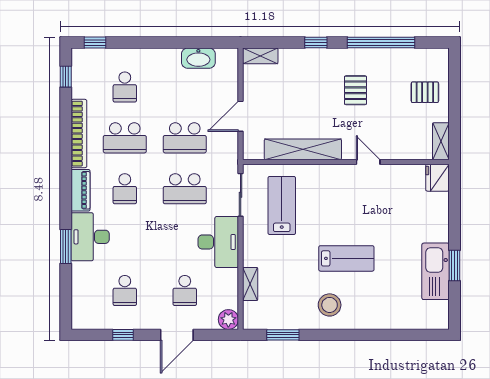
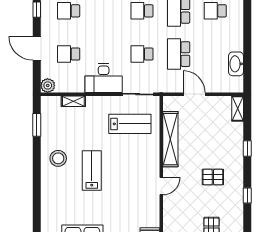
window: (381, 43) -> (247, 195), width x0.32
school desk: (185, 189) -> (142, 54), width x0.54
lab bench: (346, 258) -> (92, 170), turned 180

